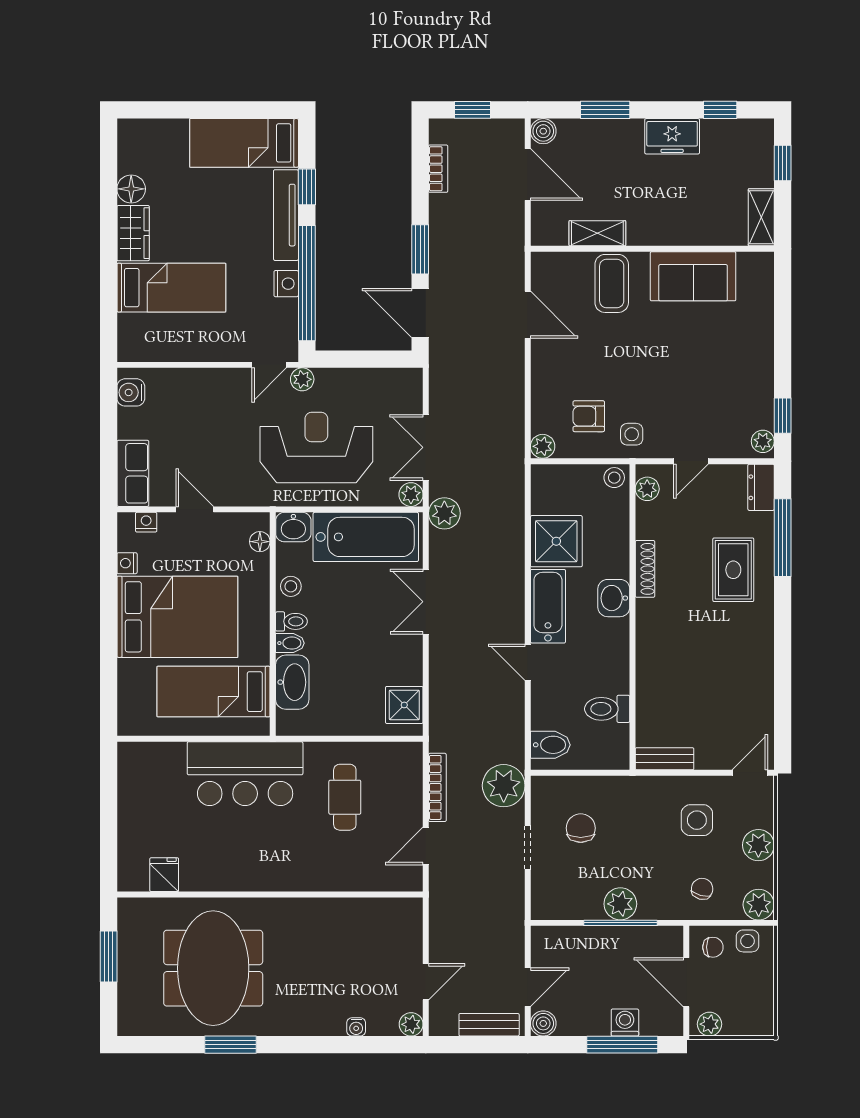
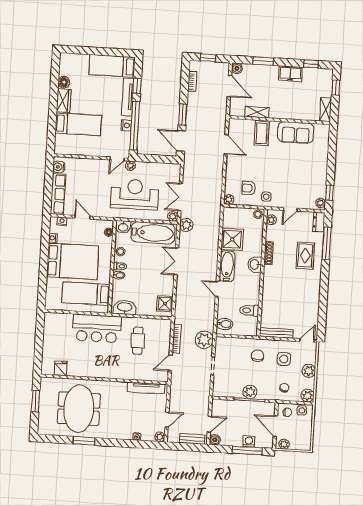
row of seats: (133, 473) -> (58, 194), width x1.48
washbasin: (292, 682) -> (125, 307), moved, turned -90
bench: (665, 759) -> (276, 333), width x1.36
chair: (581, 828) -> (258, 356), moved
tv unit: (371, 910) -> (146, 388), added

